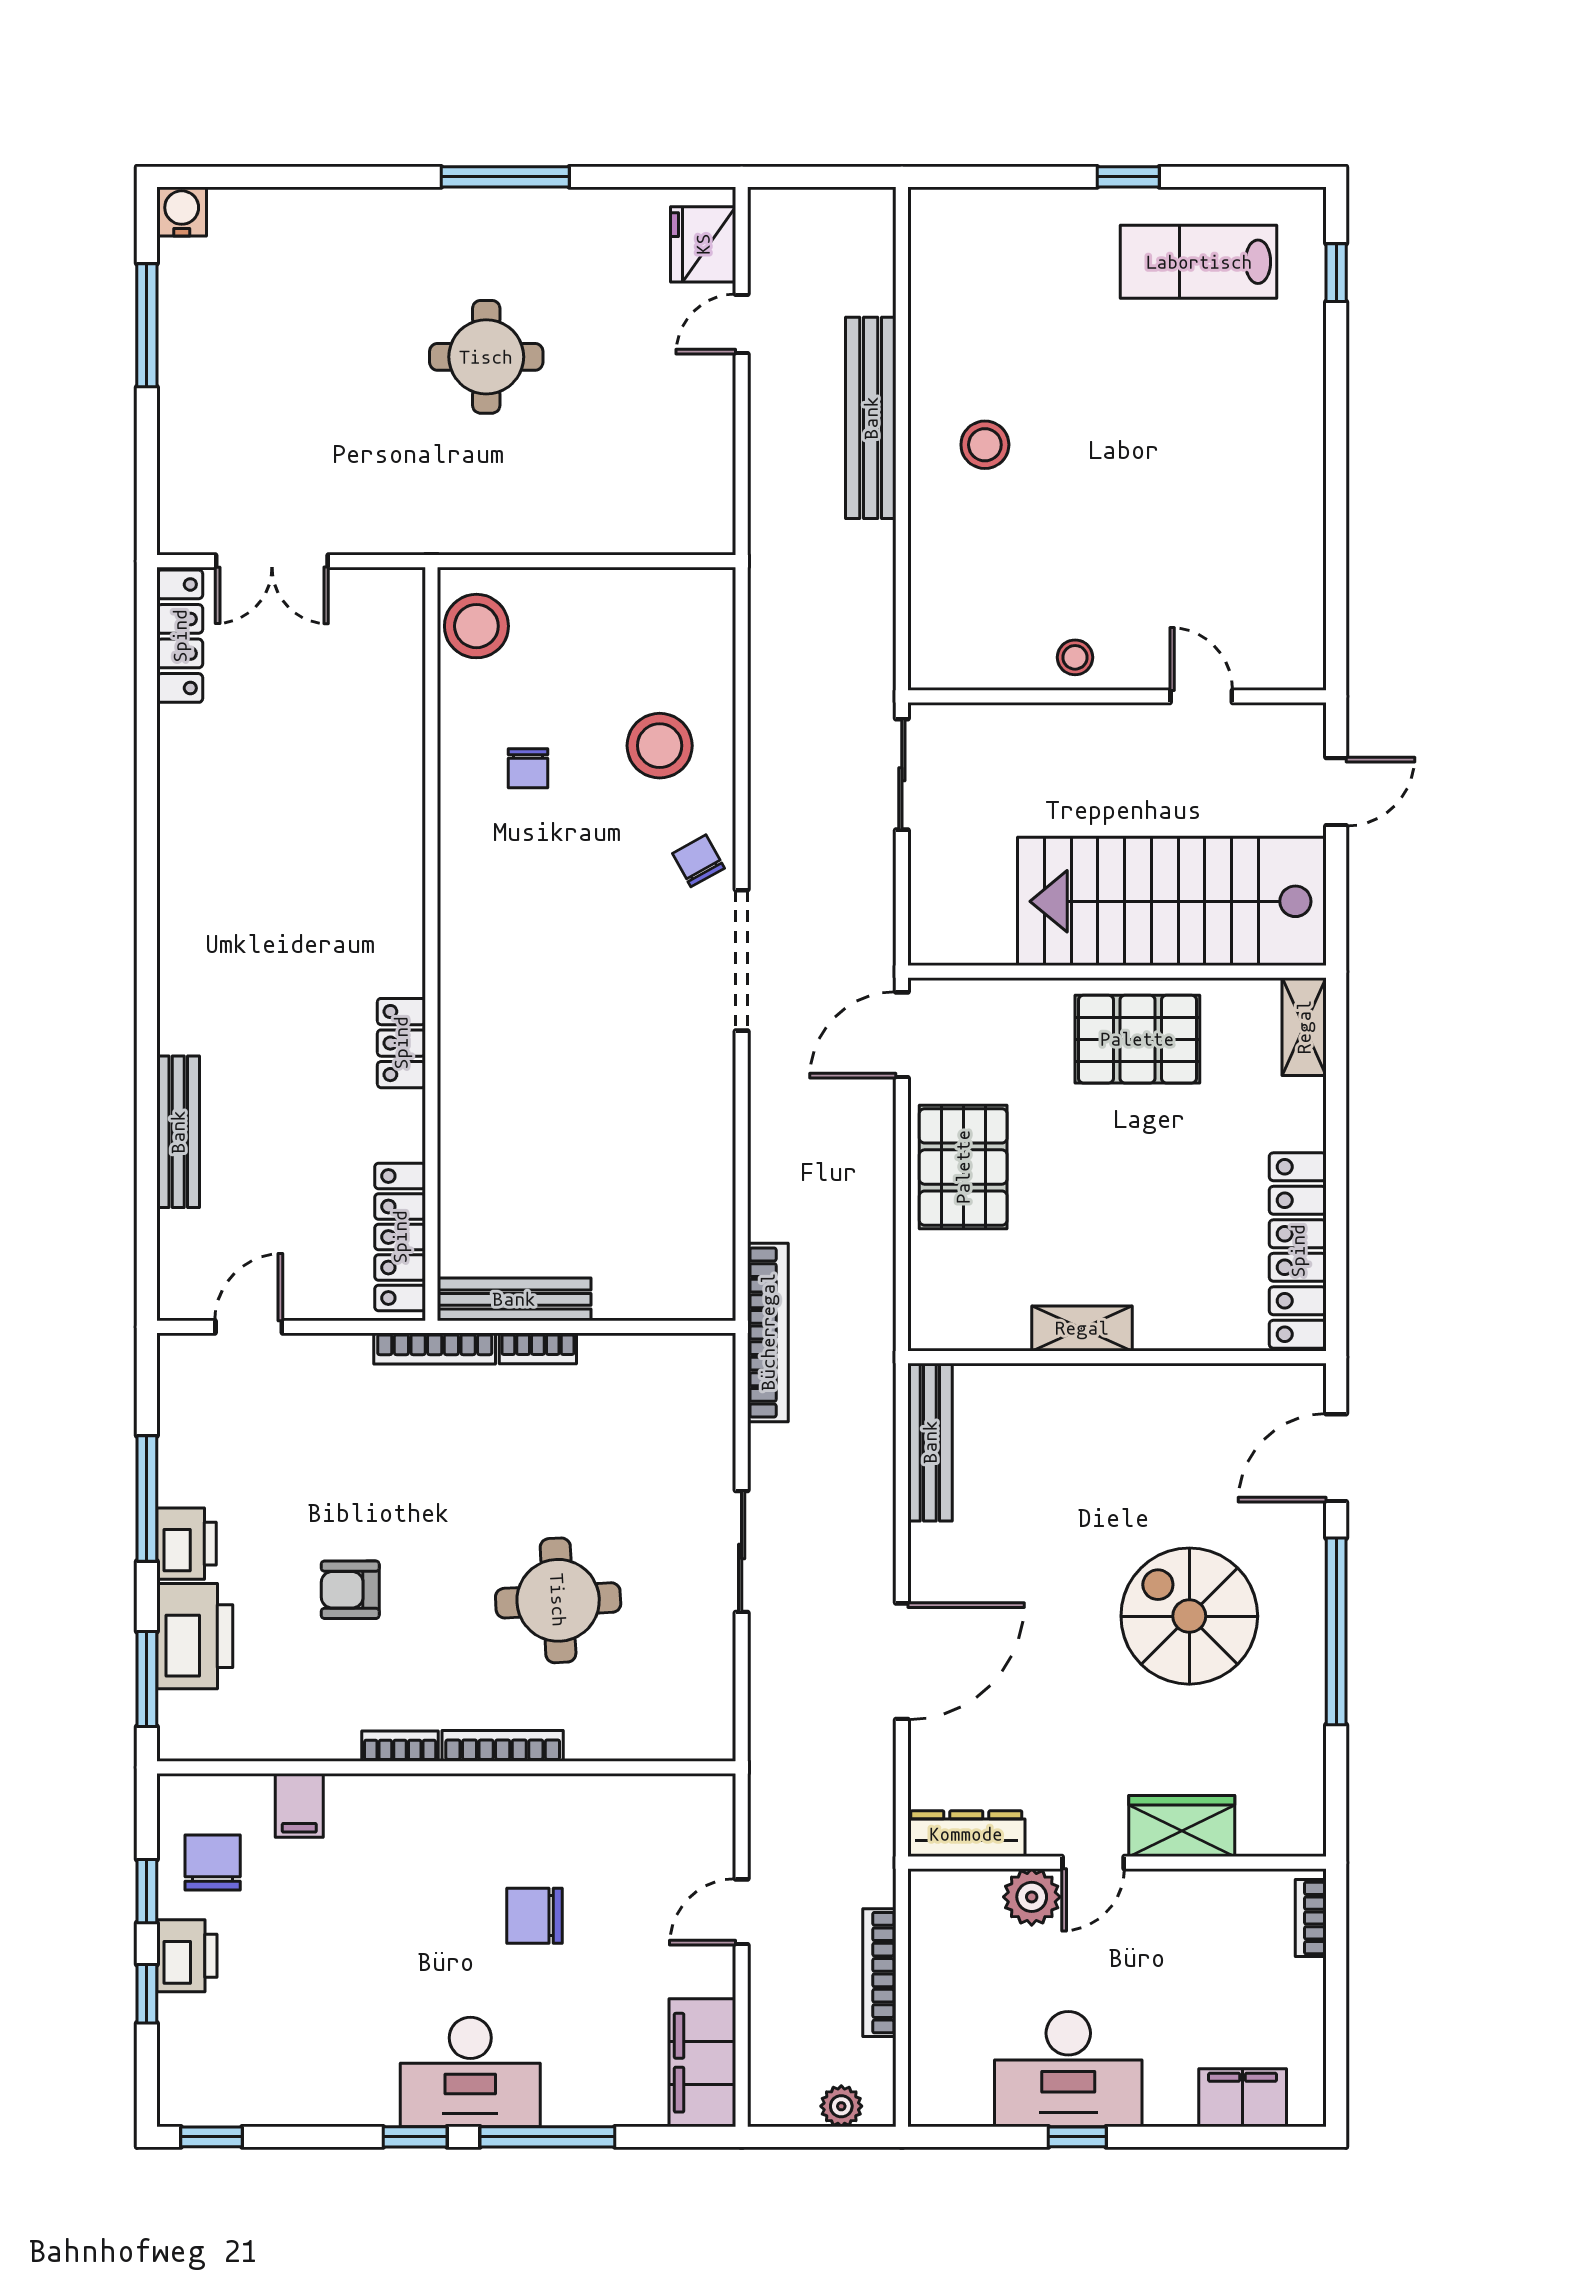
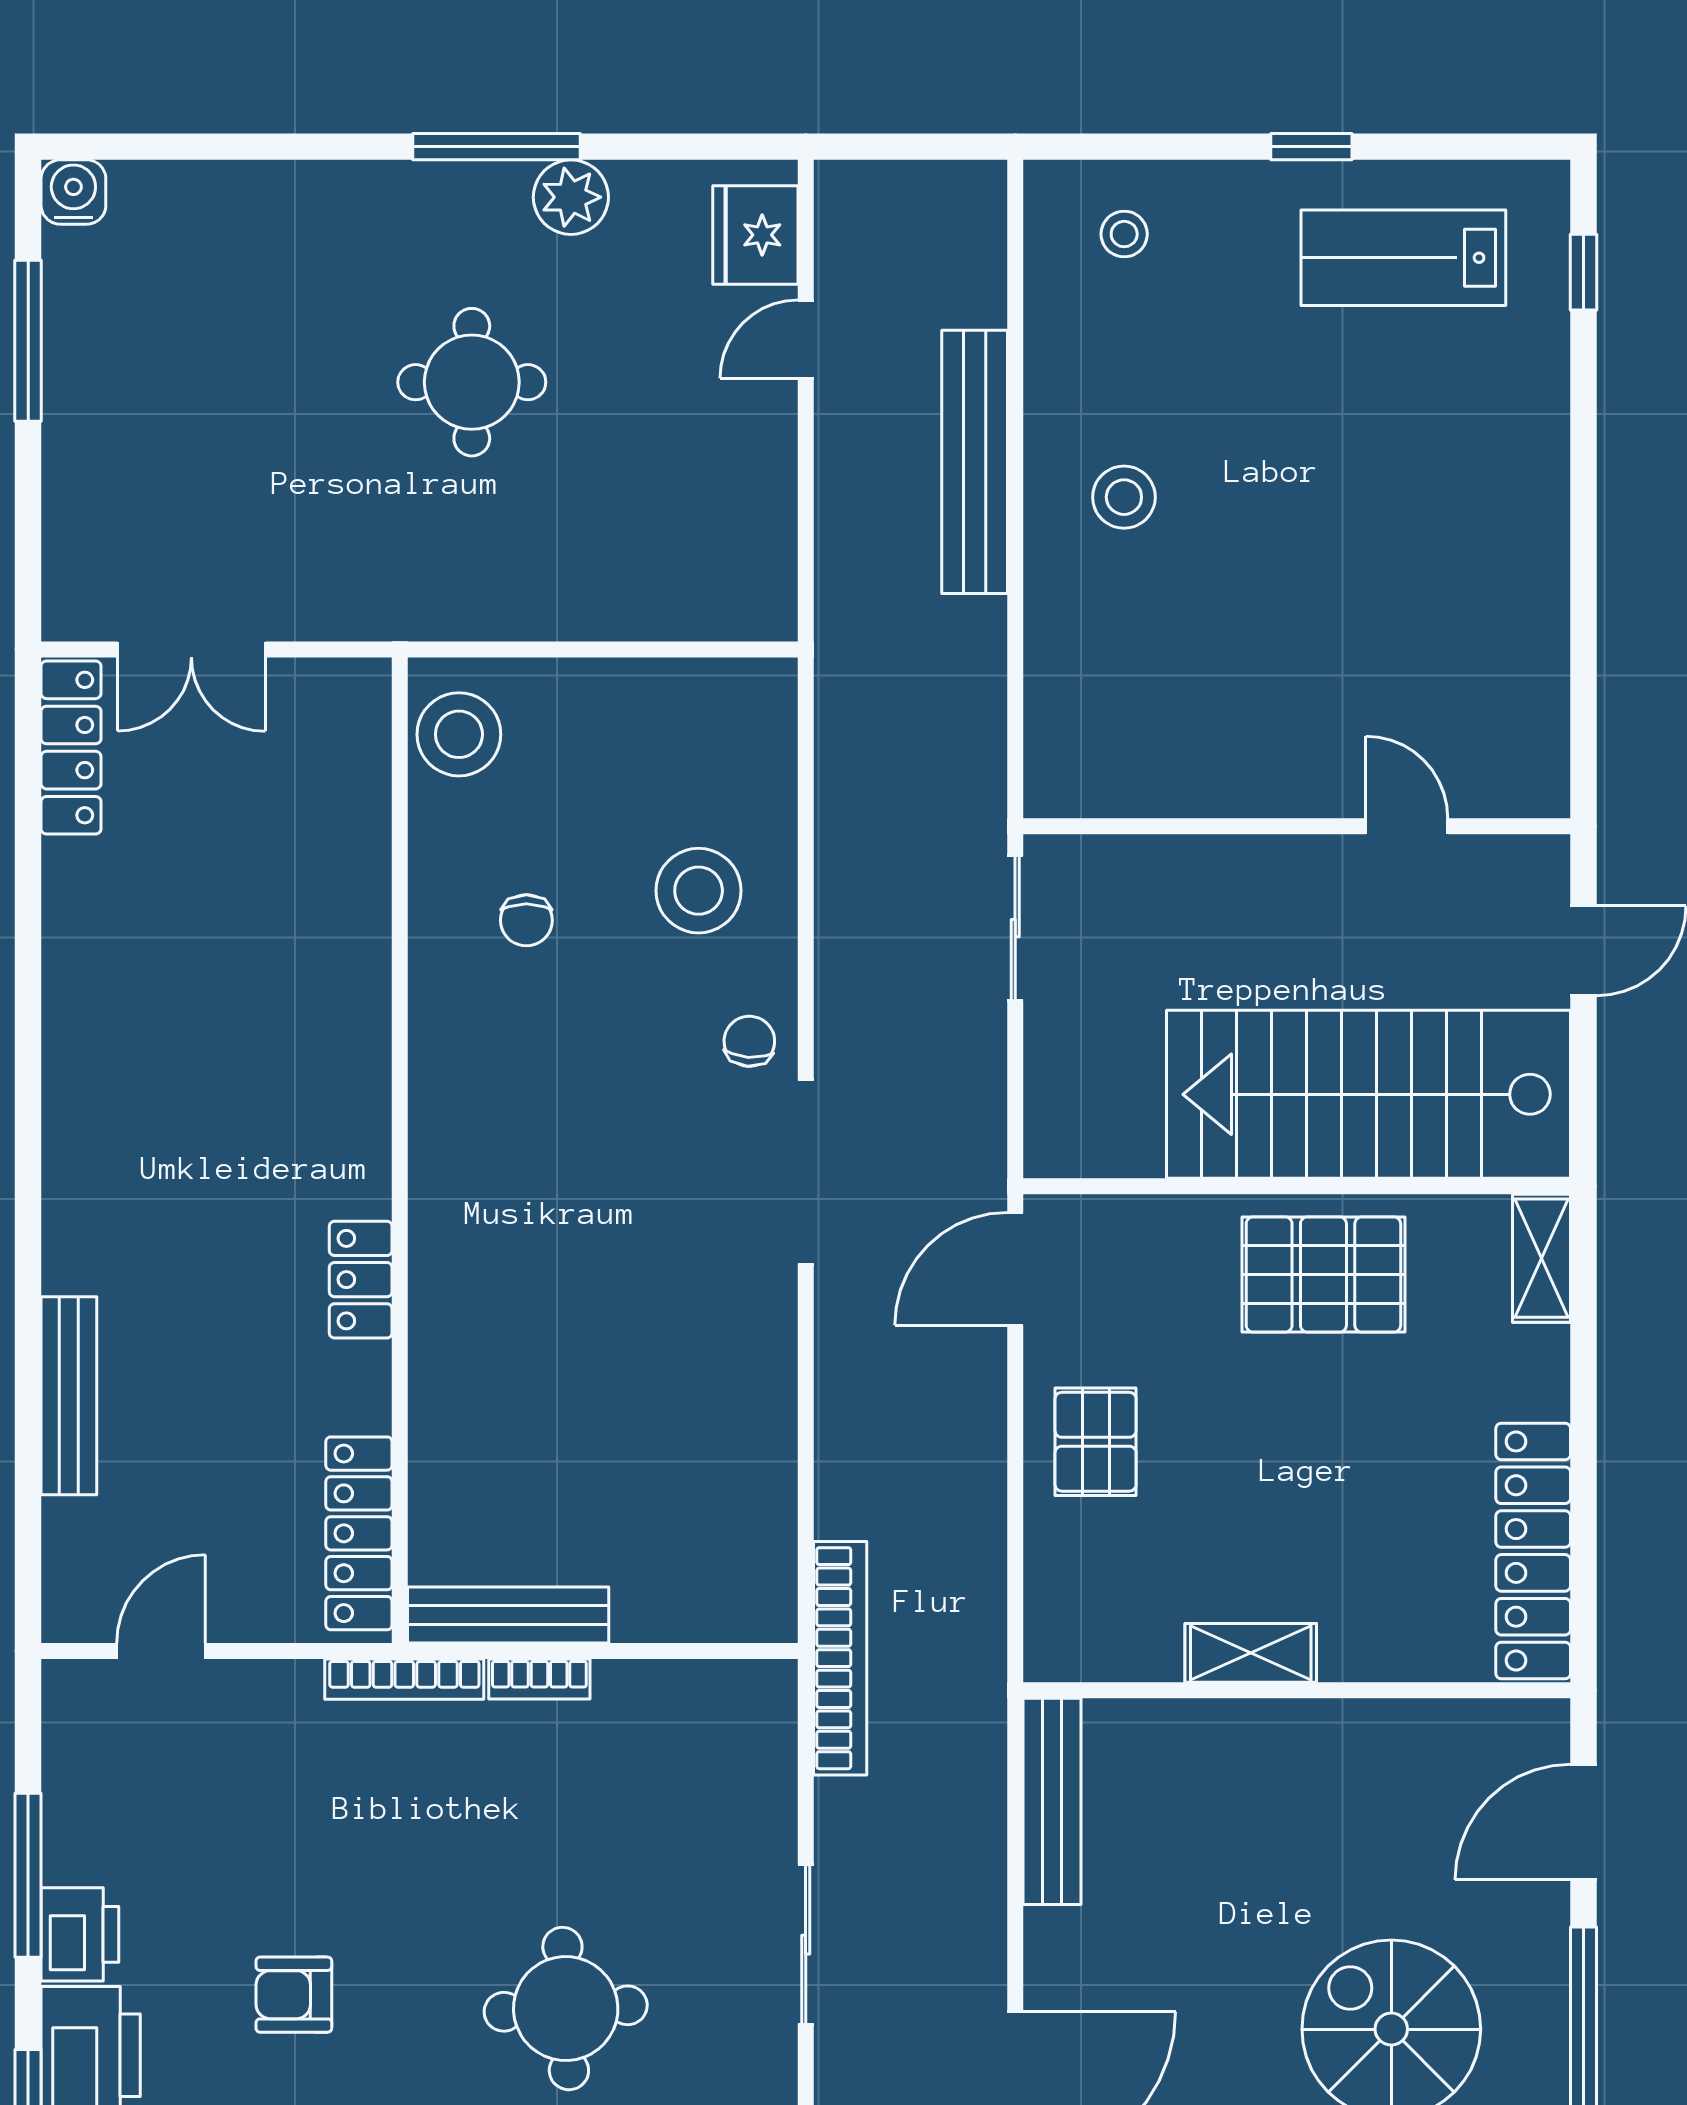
plant: (562, 215) -> (571, 197), added
stool: (1075, 657) -> (1124, 234), moved
chair: (698, 861) -> (749, 1041), turned 33
pallet: (963, 1167) -> (1096, 1442), width x0.67, depth x0.71

